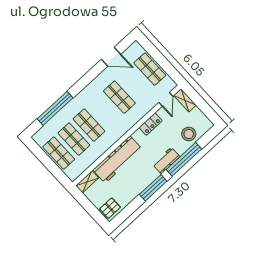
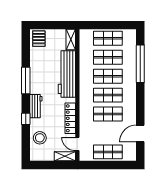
shop shelf: (104, 111) -> (108, 95), added
locker: (151, 124) -> (70, 118), width x1.53
window: (184, 159) -> (26, 119), width x0.32

